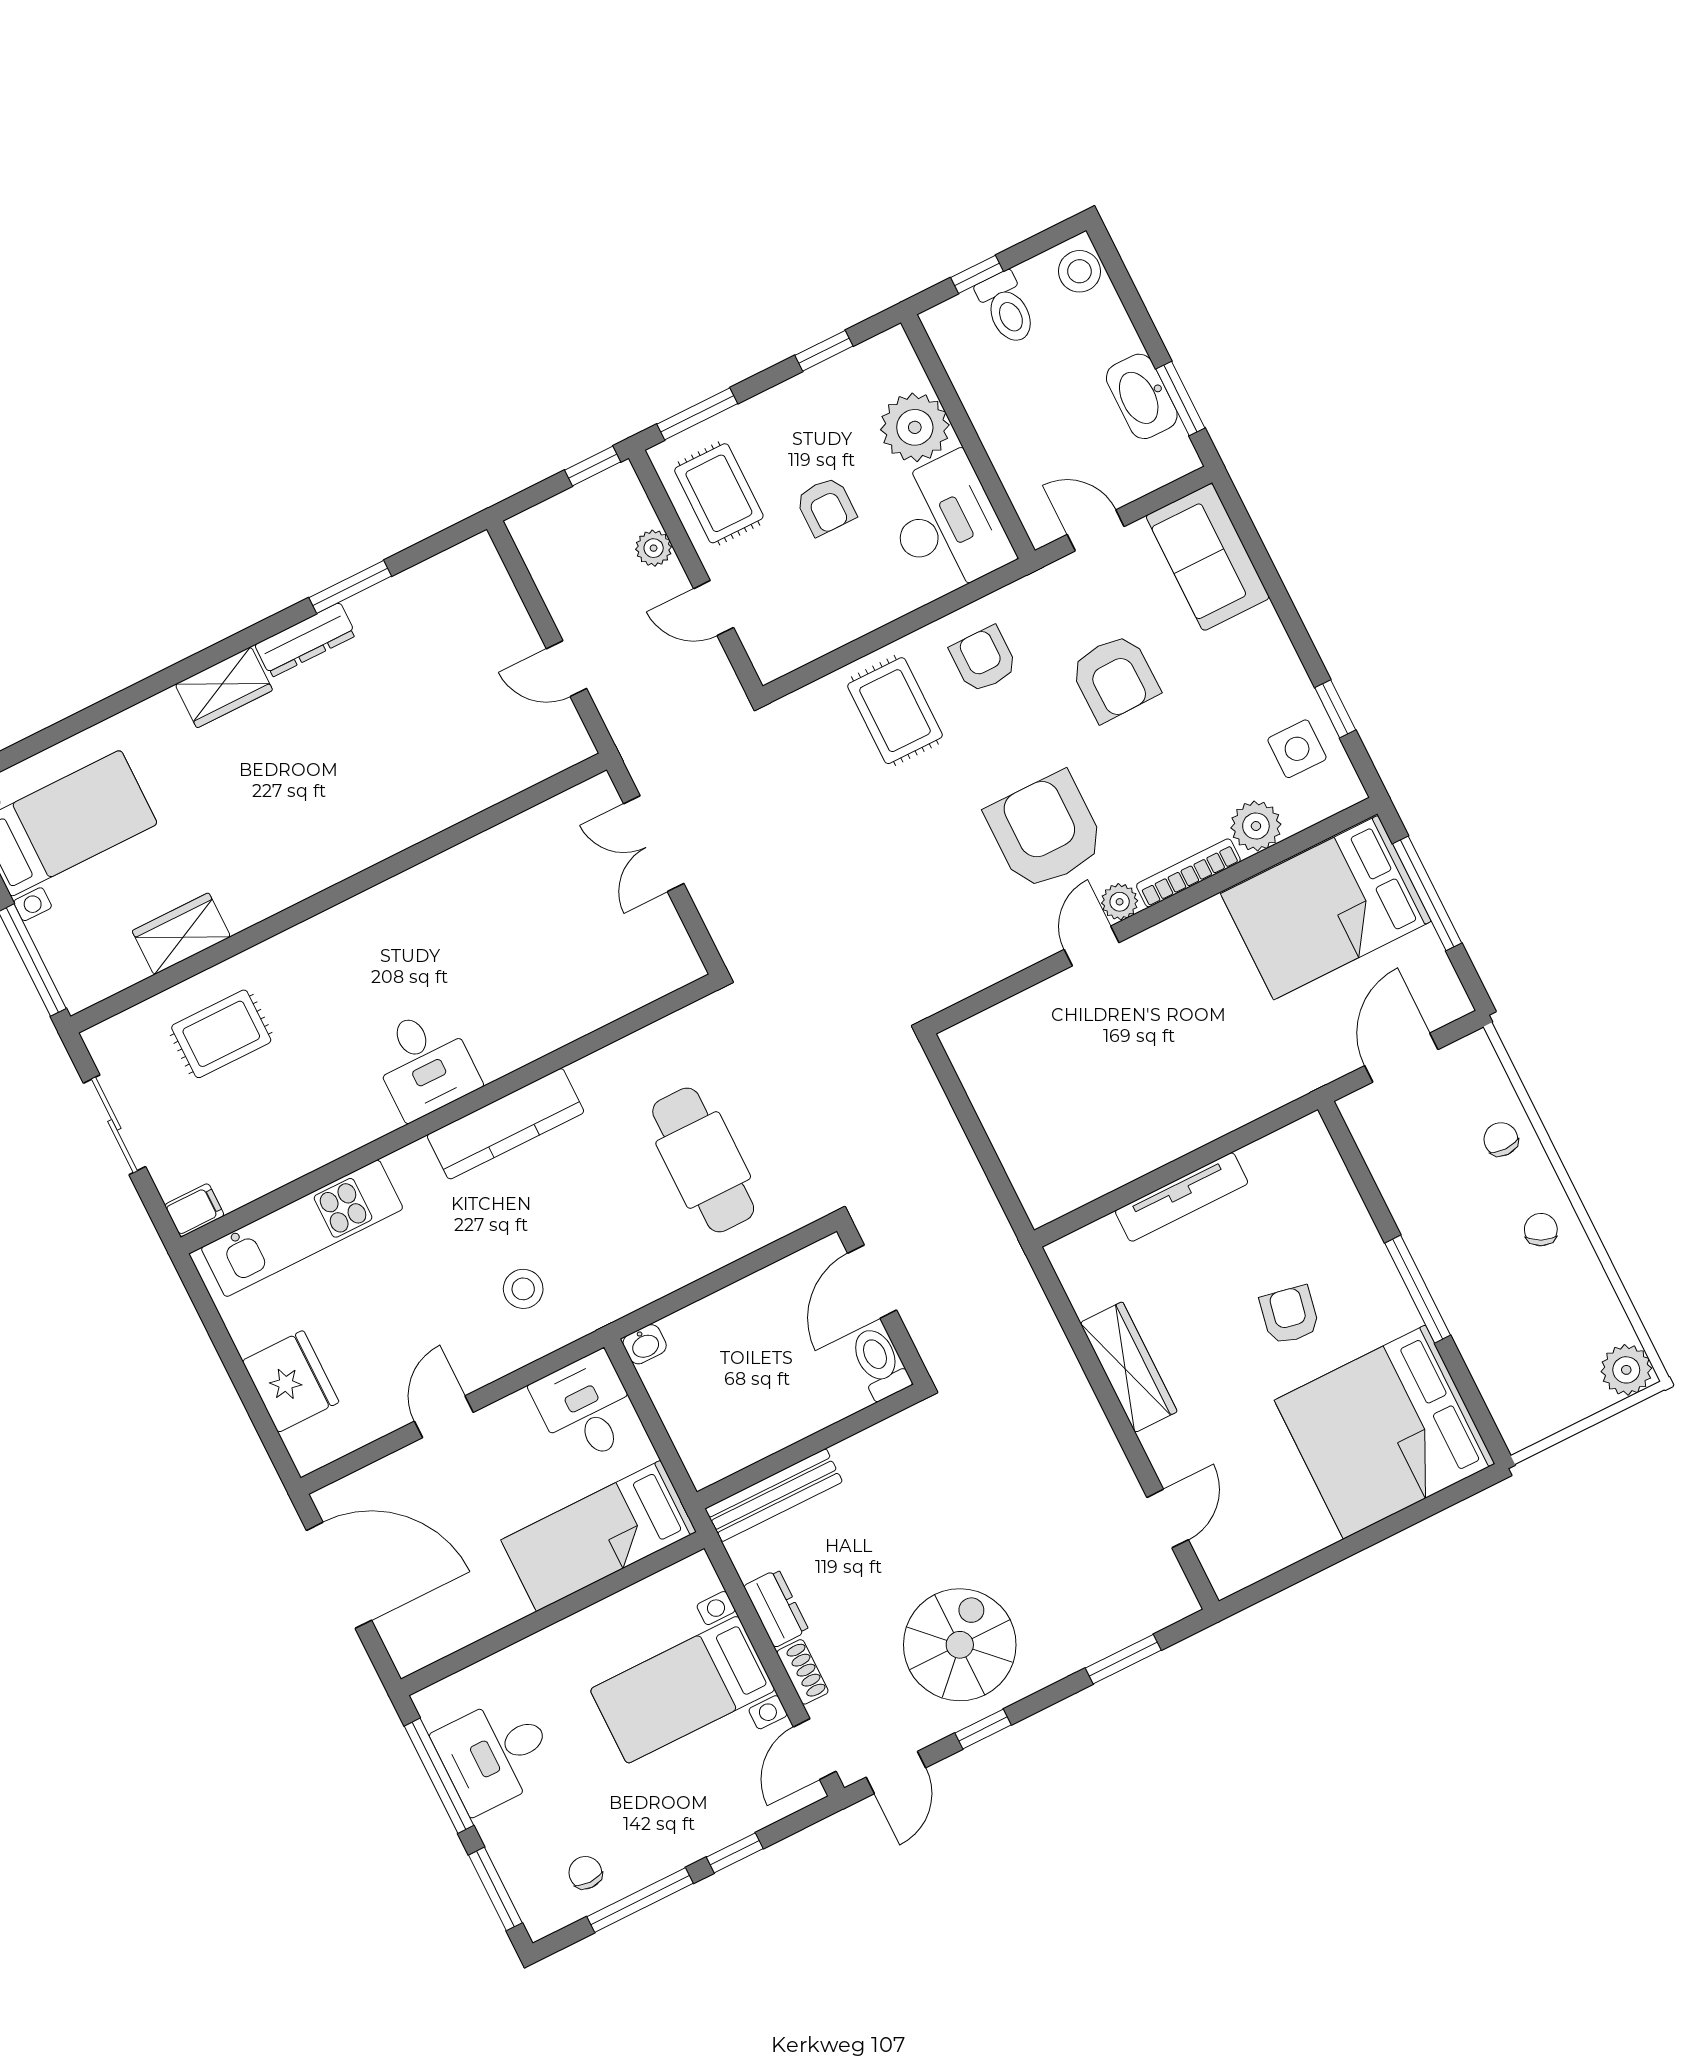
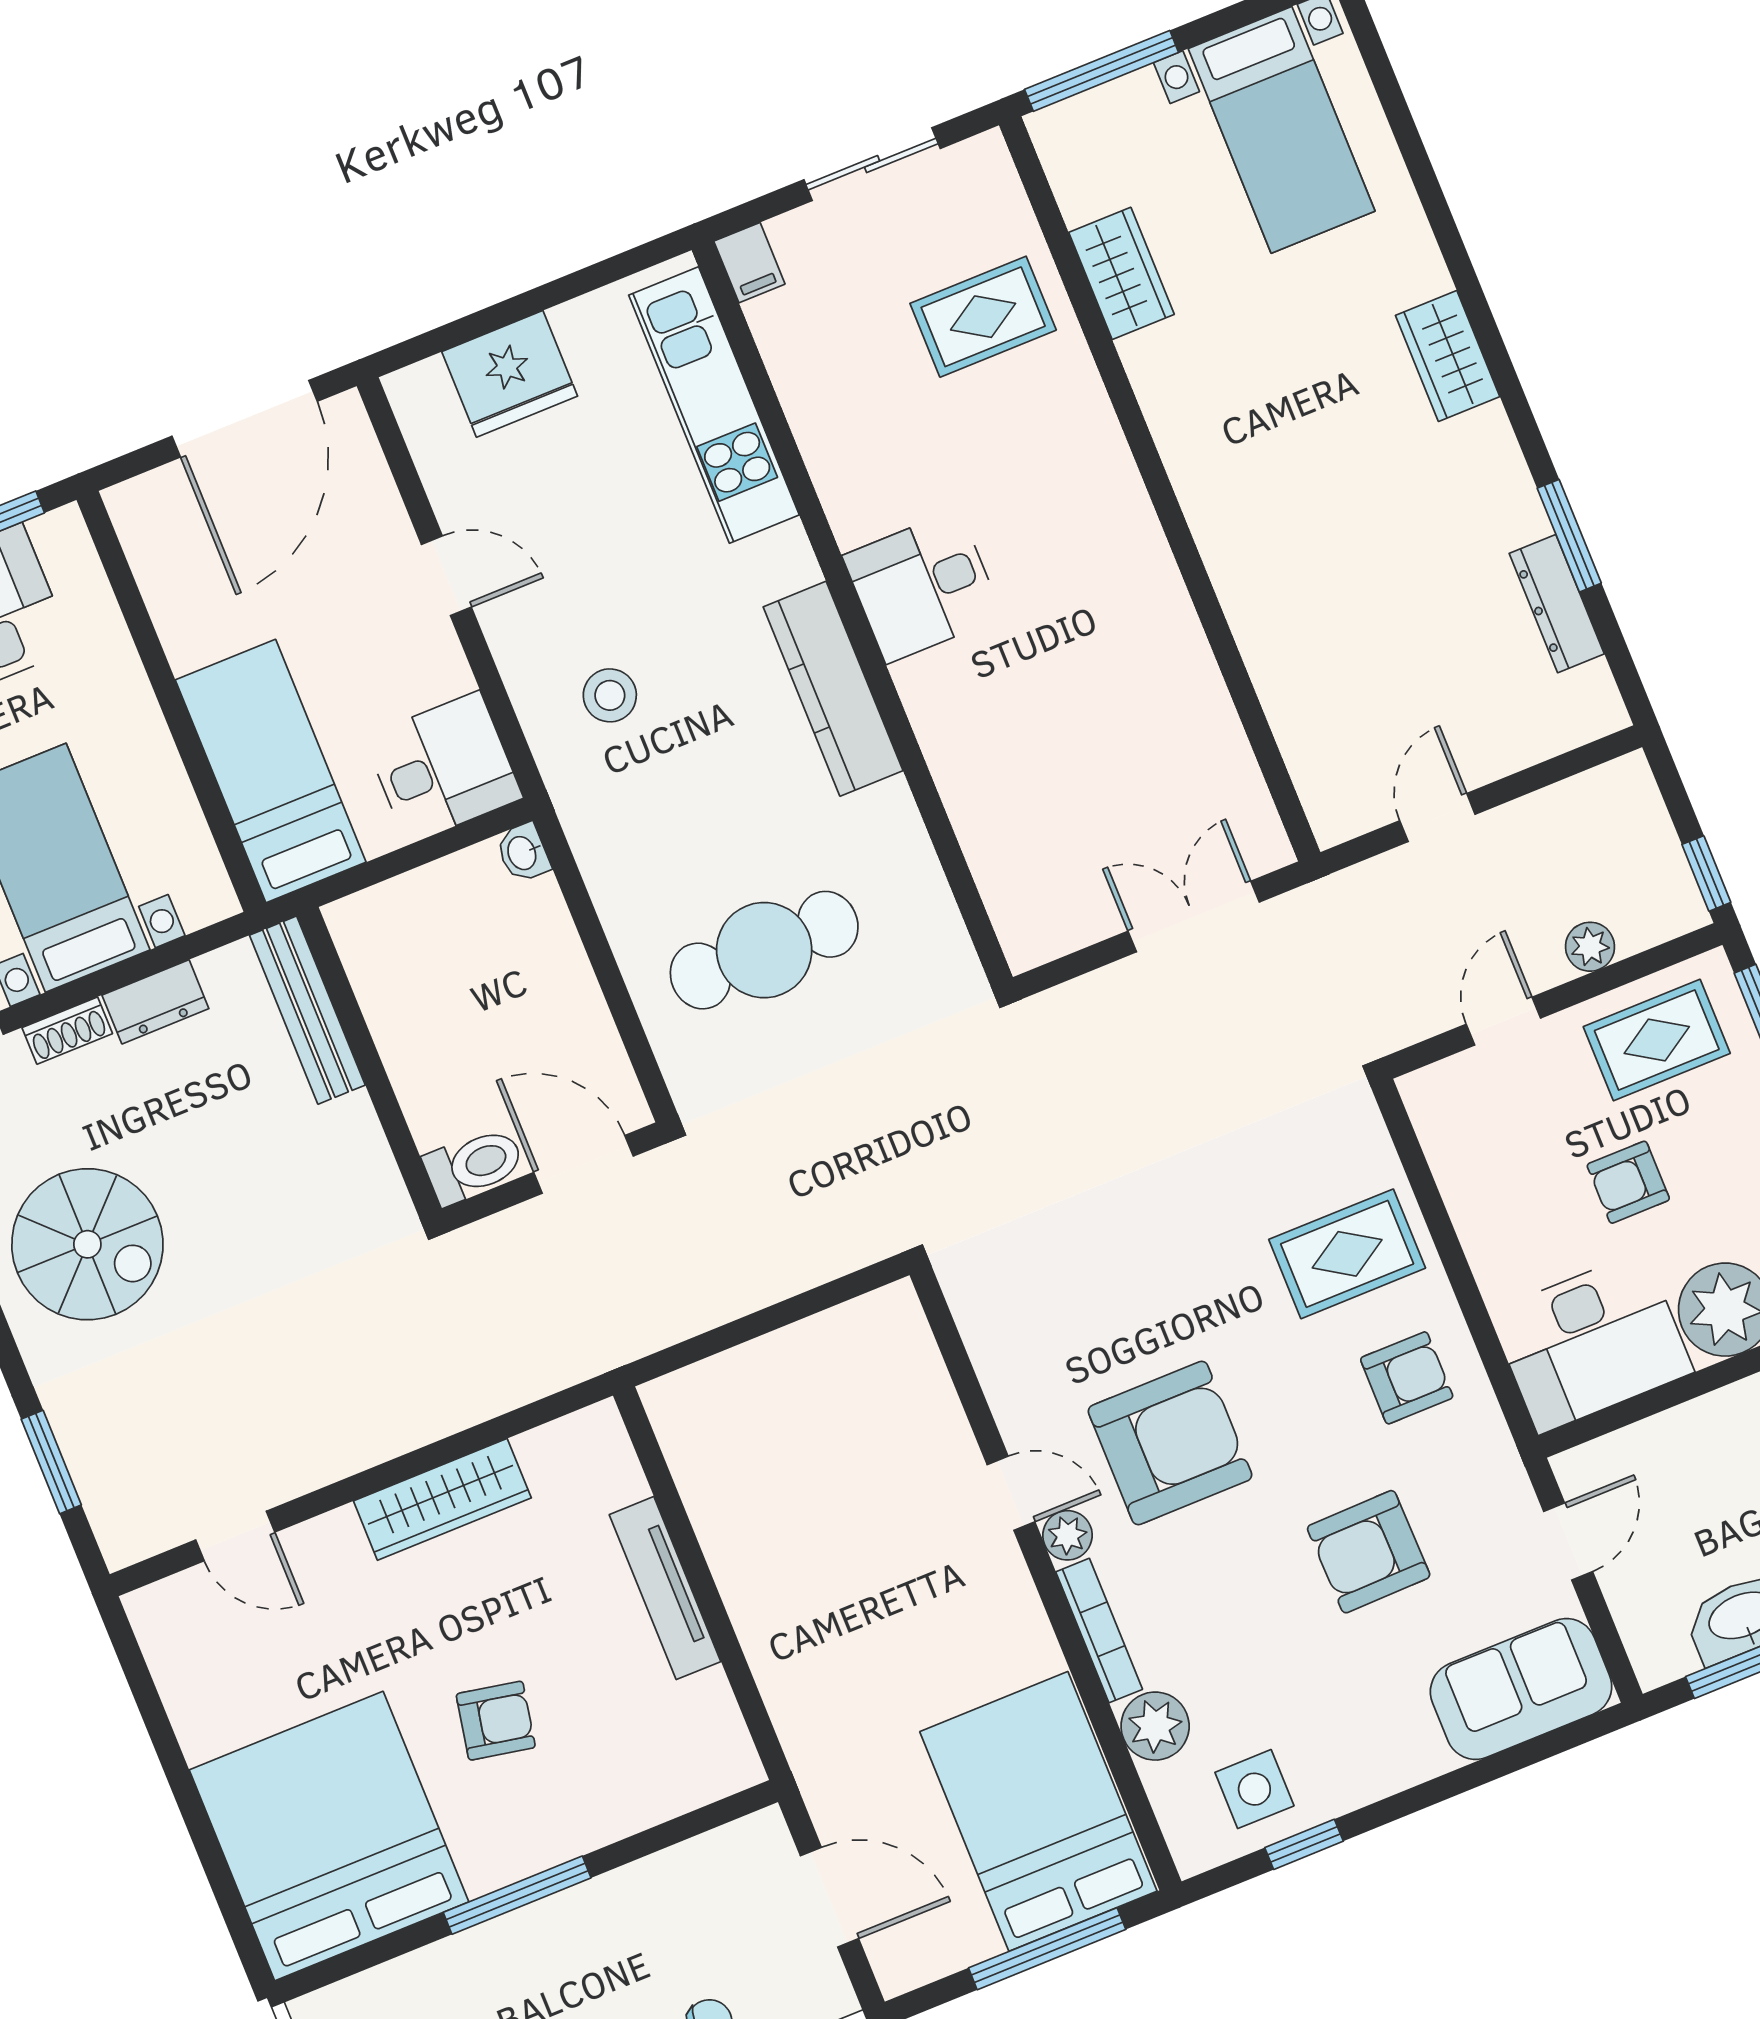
dresser: (305, 640) -> (1557, 604), moved
rug: (221, 1034) -> (983, 317), turned 90

